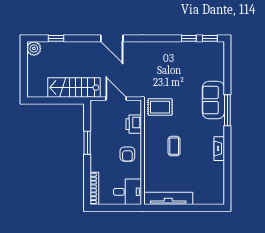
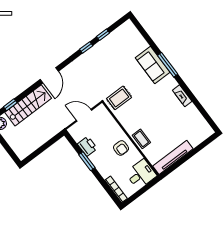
door: (112, 38) -> (49, 75), hinge flipped
window: (210, 38) -> (86, 48), moved
stairs: (74, 88) -> (28, 105), moved, turned 180
printer: (134, 124) -> (87, 146), moved, turned 180
coffee table: (174, 146) -> (141, 139), moved

